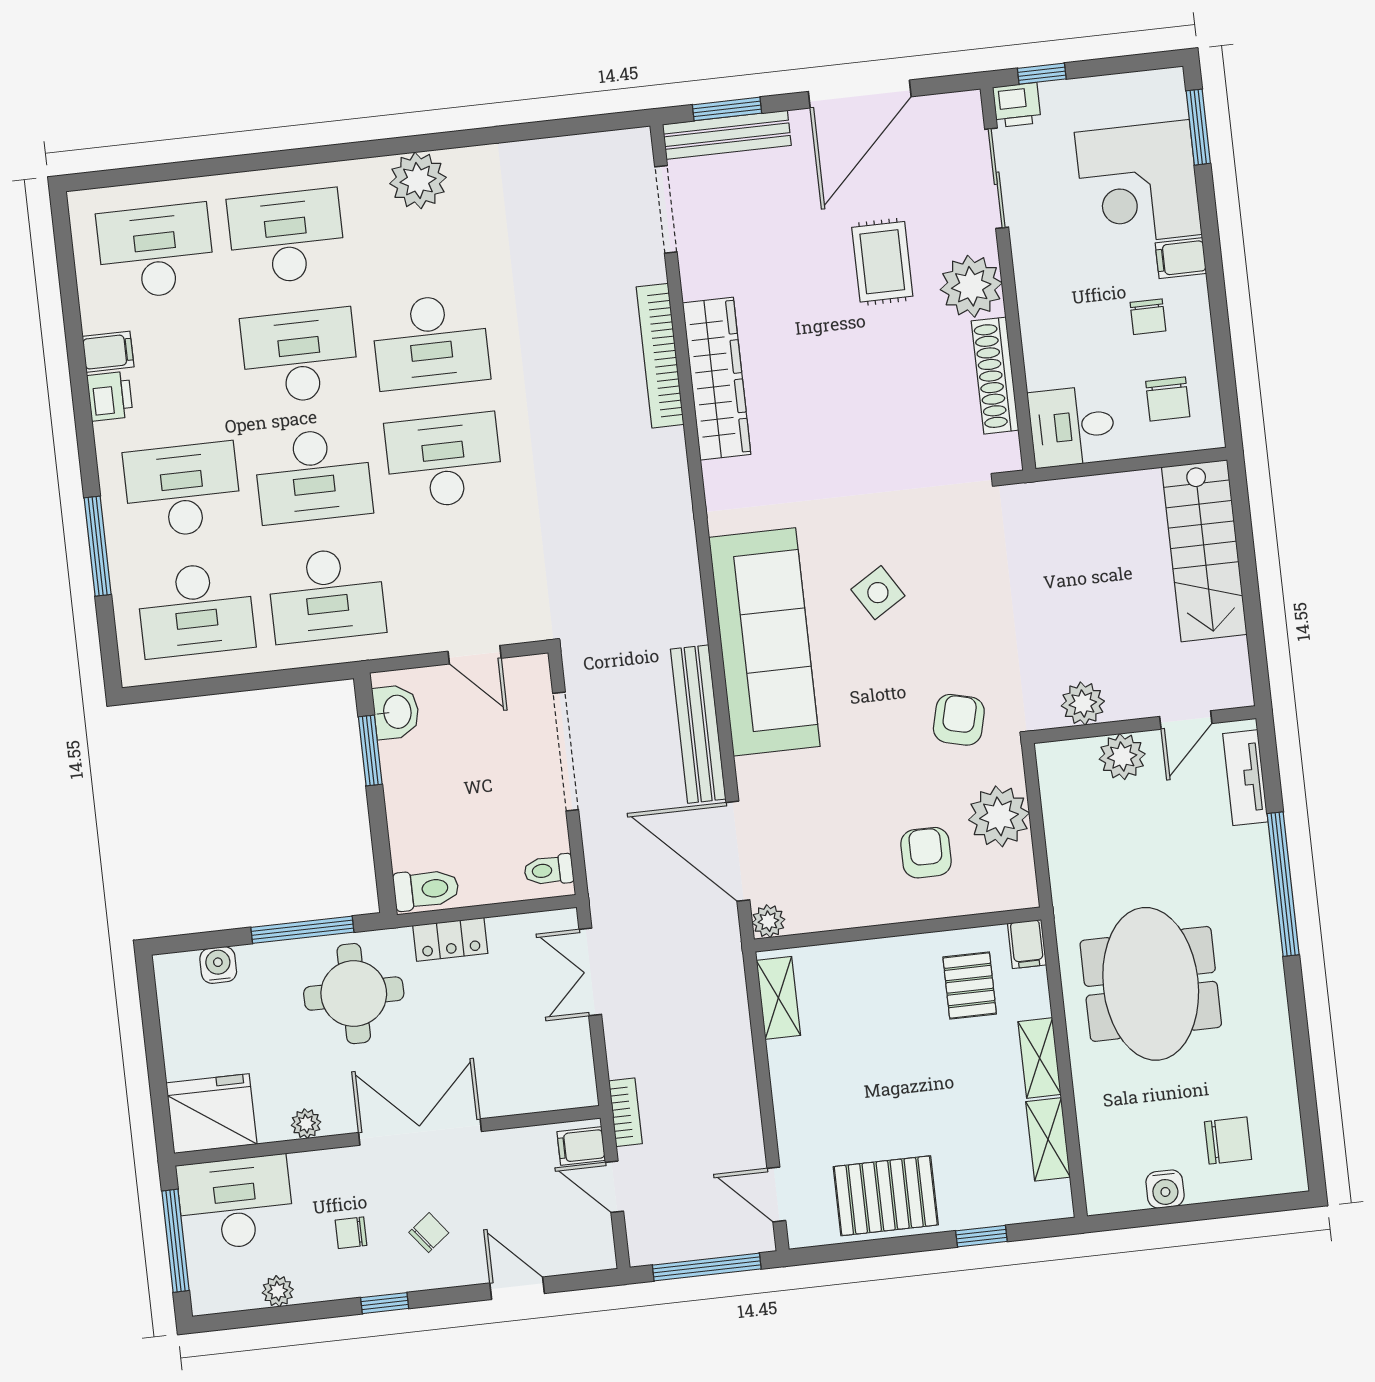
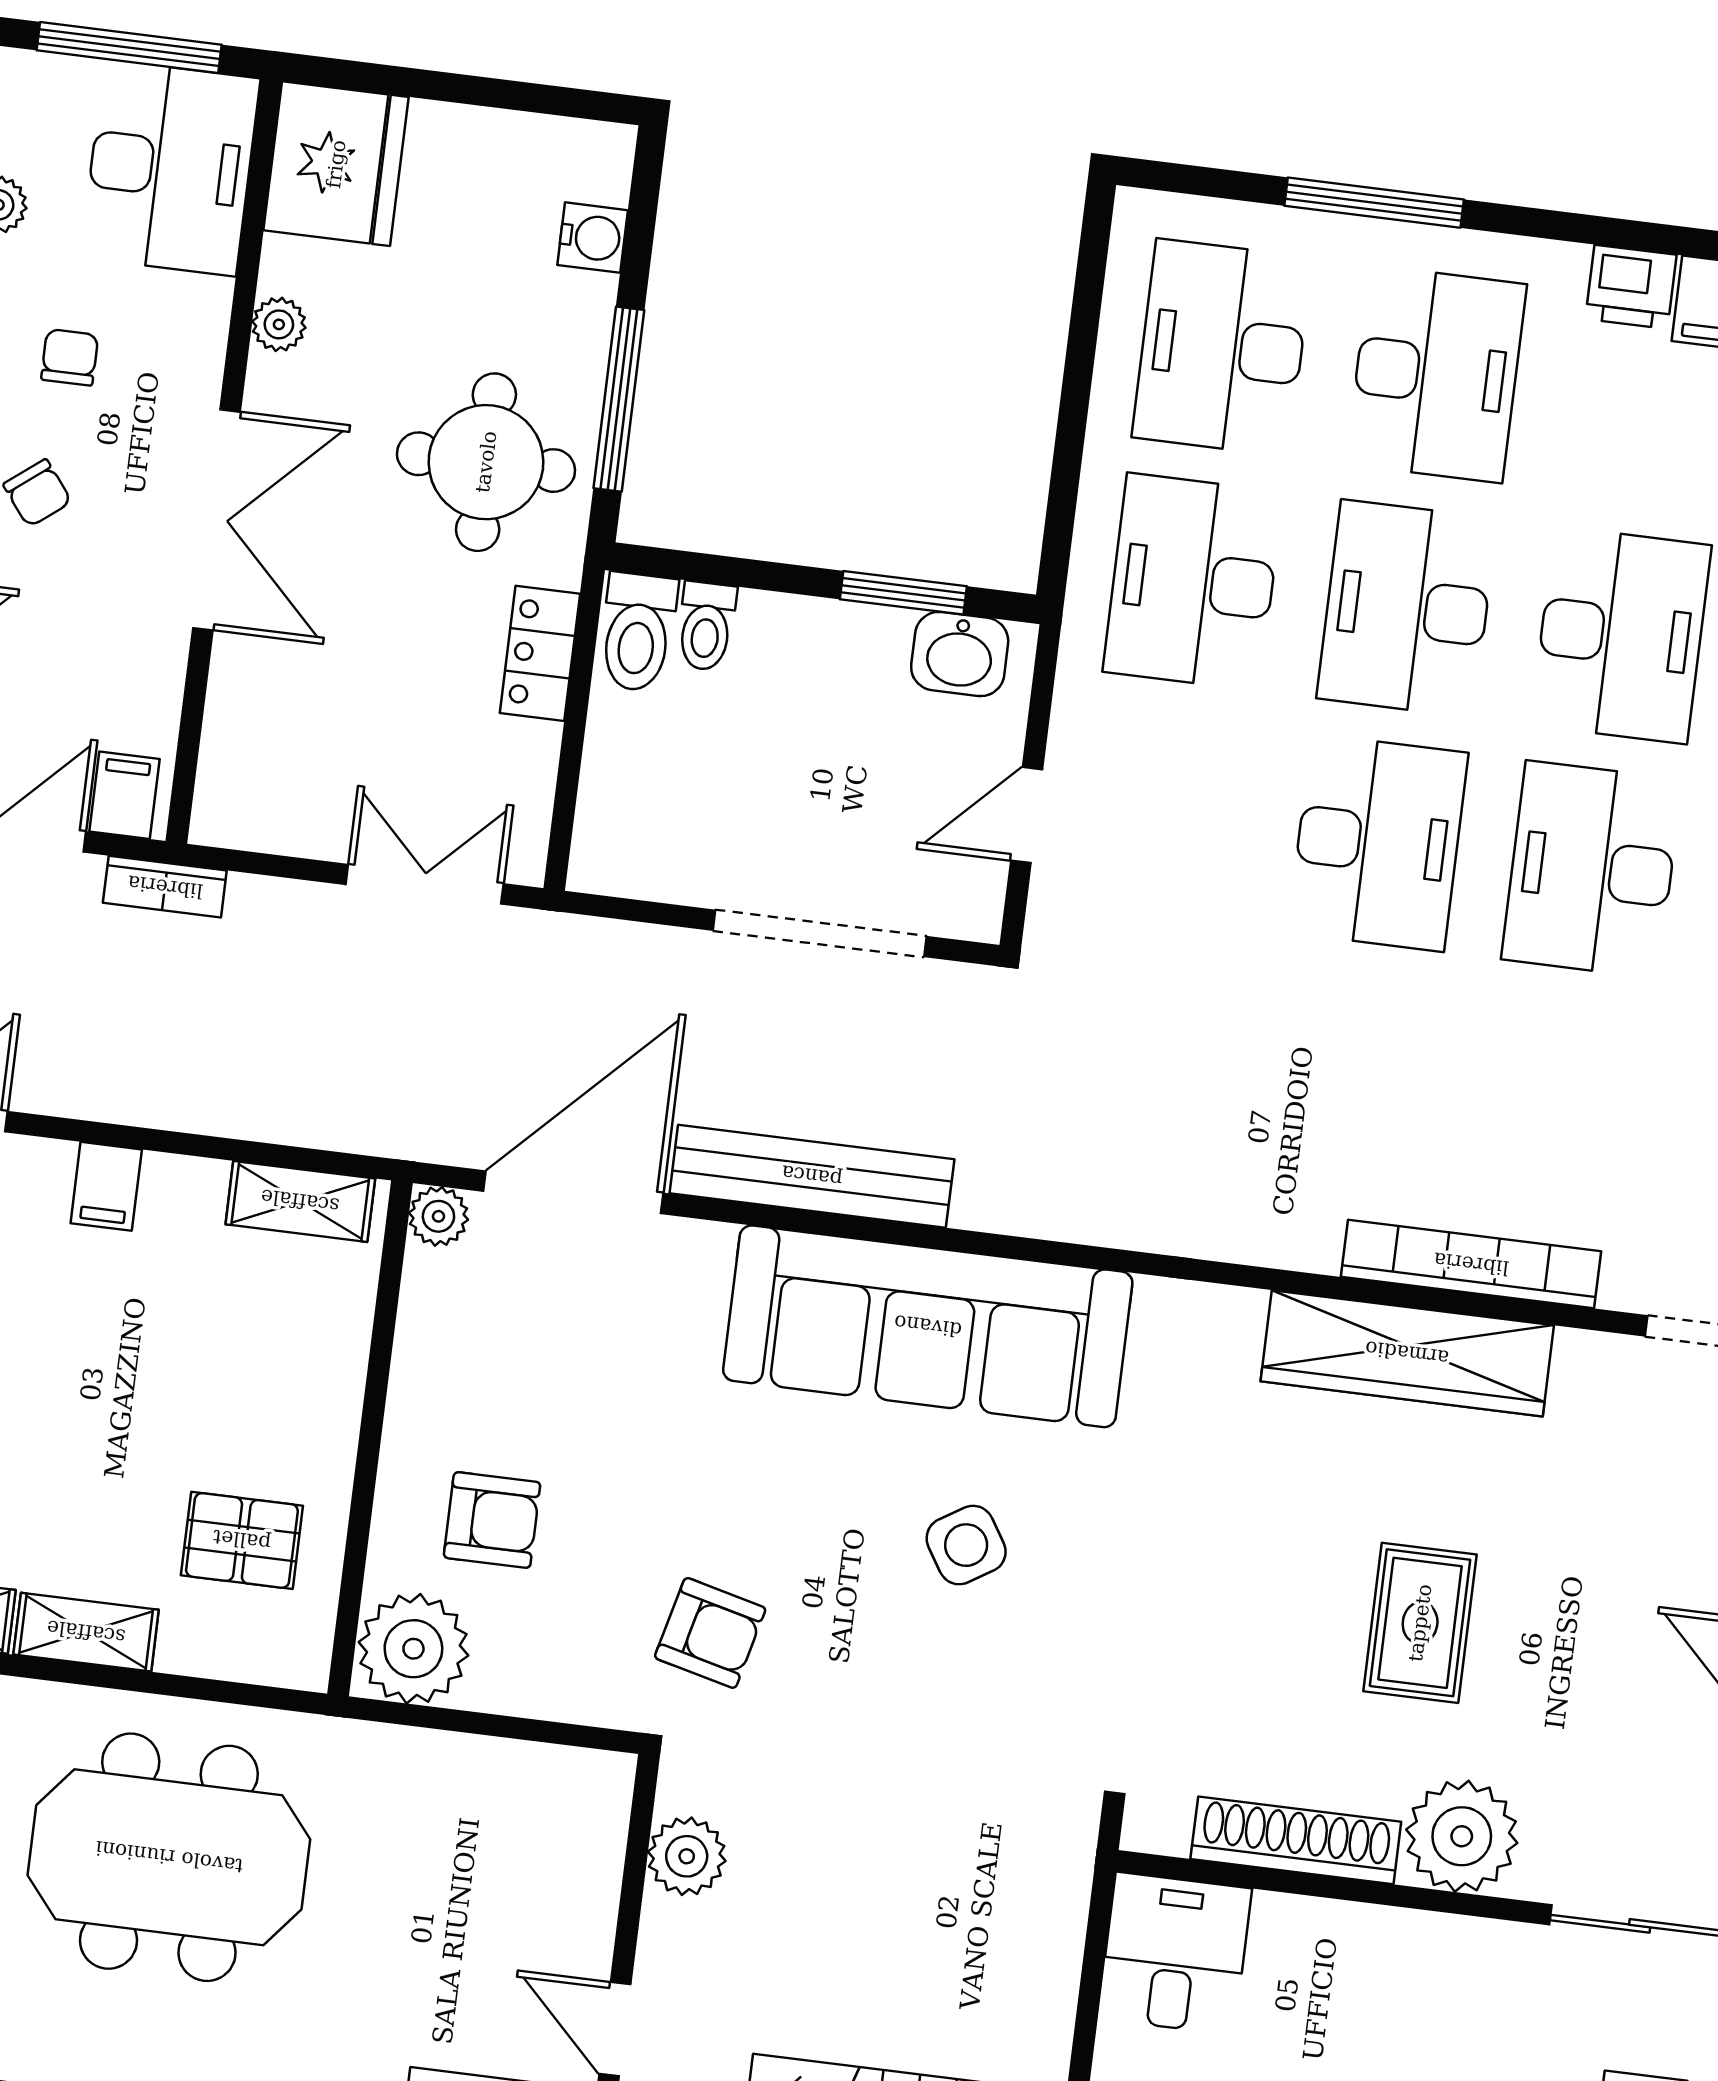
rug: (882, 262) -> (1420, 1623), moved, turned 90
plant: (1122, 757) -> (578, 1903), removed
plant: (999, 816) -> (413, 1649), moved
toilet: (549, 870) -> (706, 626), moved, turned 180
filing cabinet: (1027, 944) -> (106, 1186), moved, turned -90

